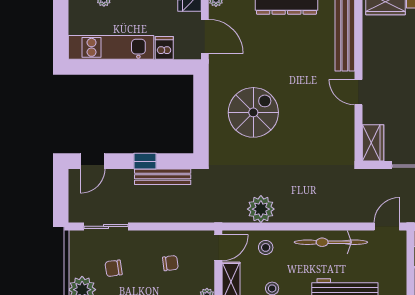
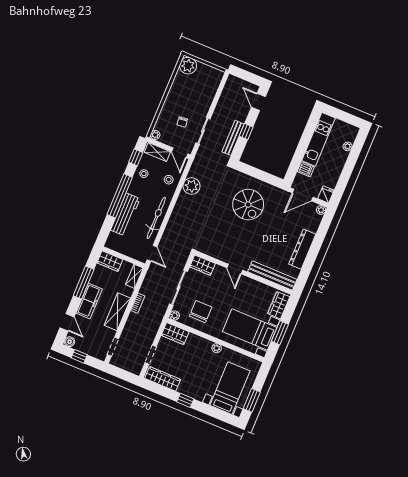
door: (359, 92) -> (235, 269), swing flipped
sliding door: (106, 226) -> (203, 131), moved
chair: (114, 268) -> (193, 89), removed

